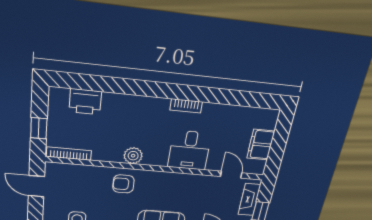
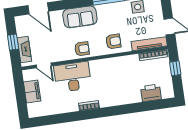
desk: (189, 150) -> (73, 77), width x1.37
plant: (133, 156) -> (112, 64), removed
tv unit: (72, 170) -> (149, 44), added
armchair: (171, 184) -> (82, 49), added

